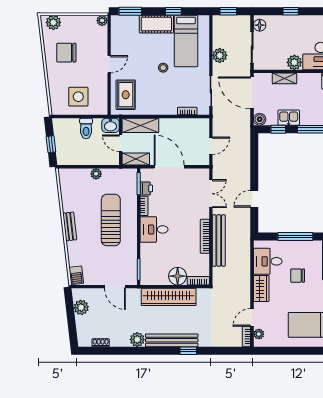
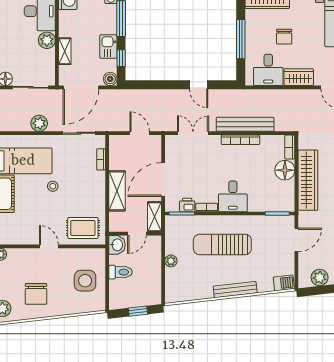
shelving: (140, 125) -> (117, 191), moved
bench: (70, 226) -> (235, 290), width x1.36

